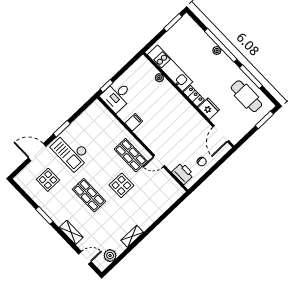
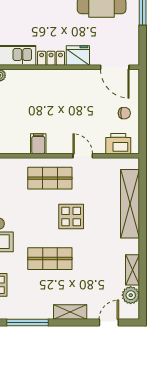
filing cabinet: (134, 122) -> (38, 144), moved
door: (159, 161) -> (83, 156), swing flipped
shelving: (157, 210) -> (130, 204), added
window: (44, 215) -> (28, 323), width x1.44
shelving: (132, 236) -> (133, 270), moved

